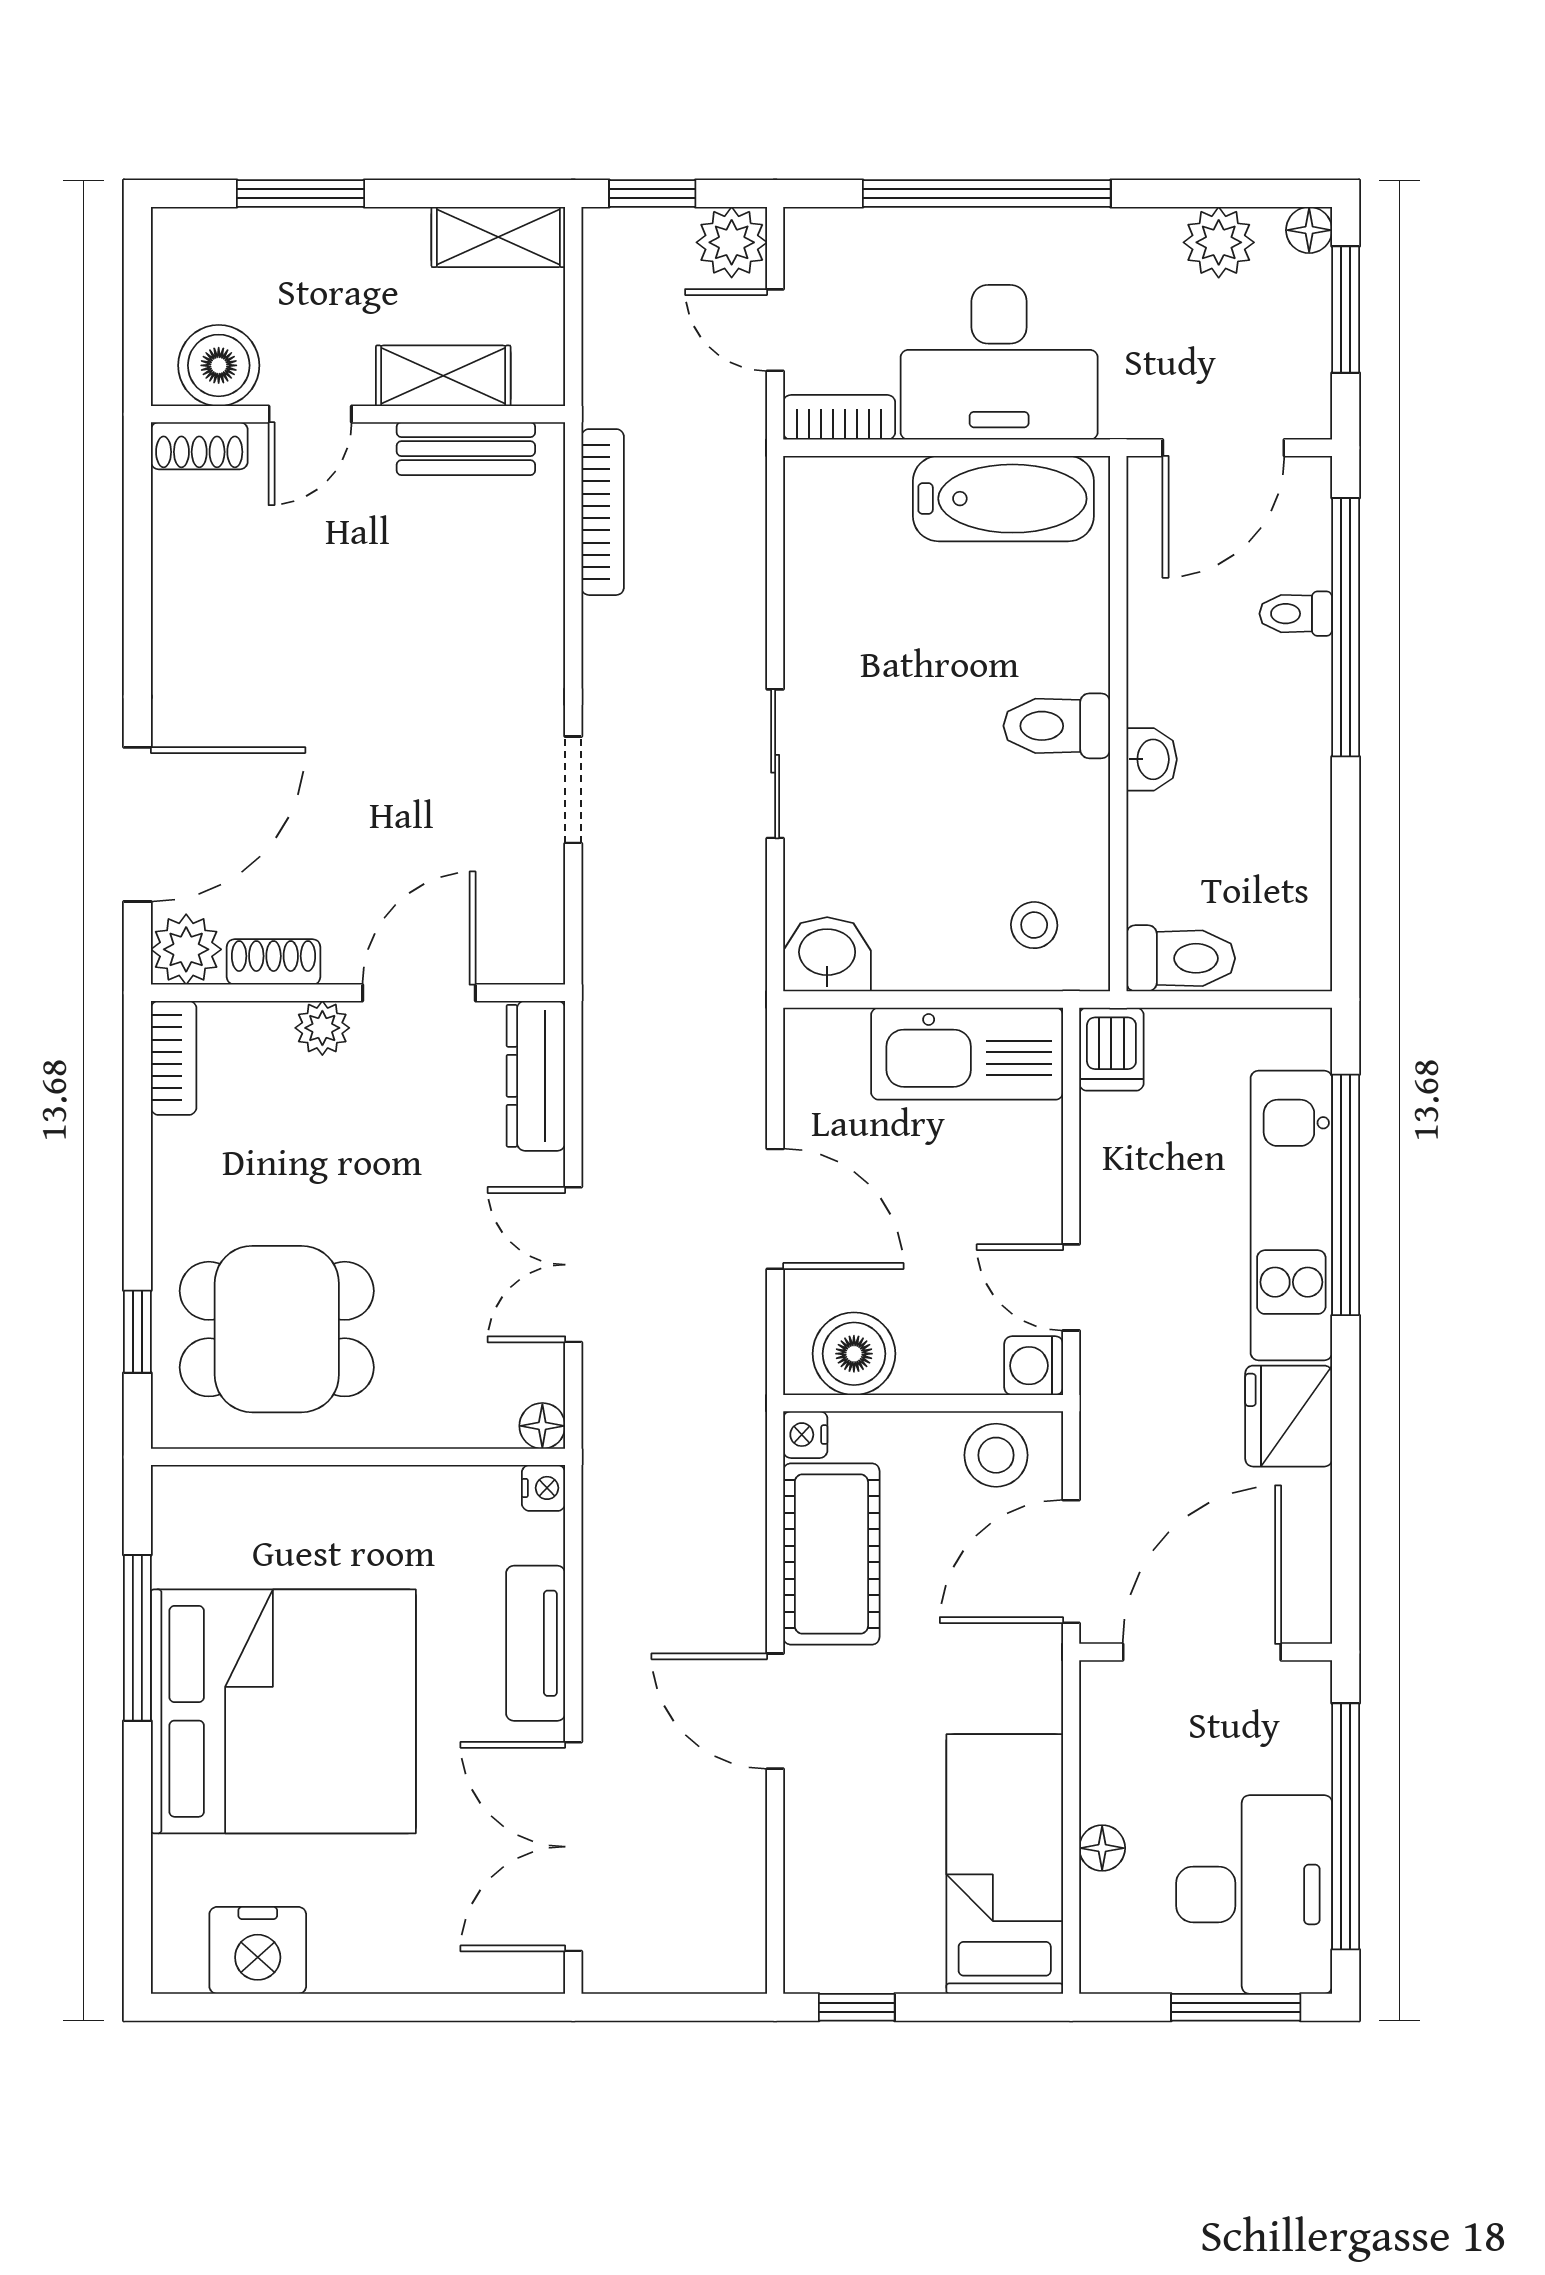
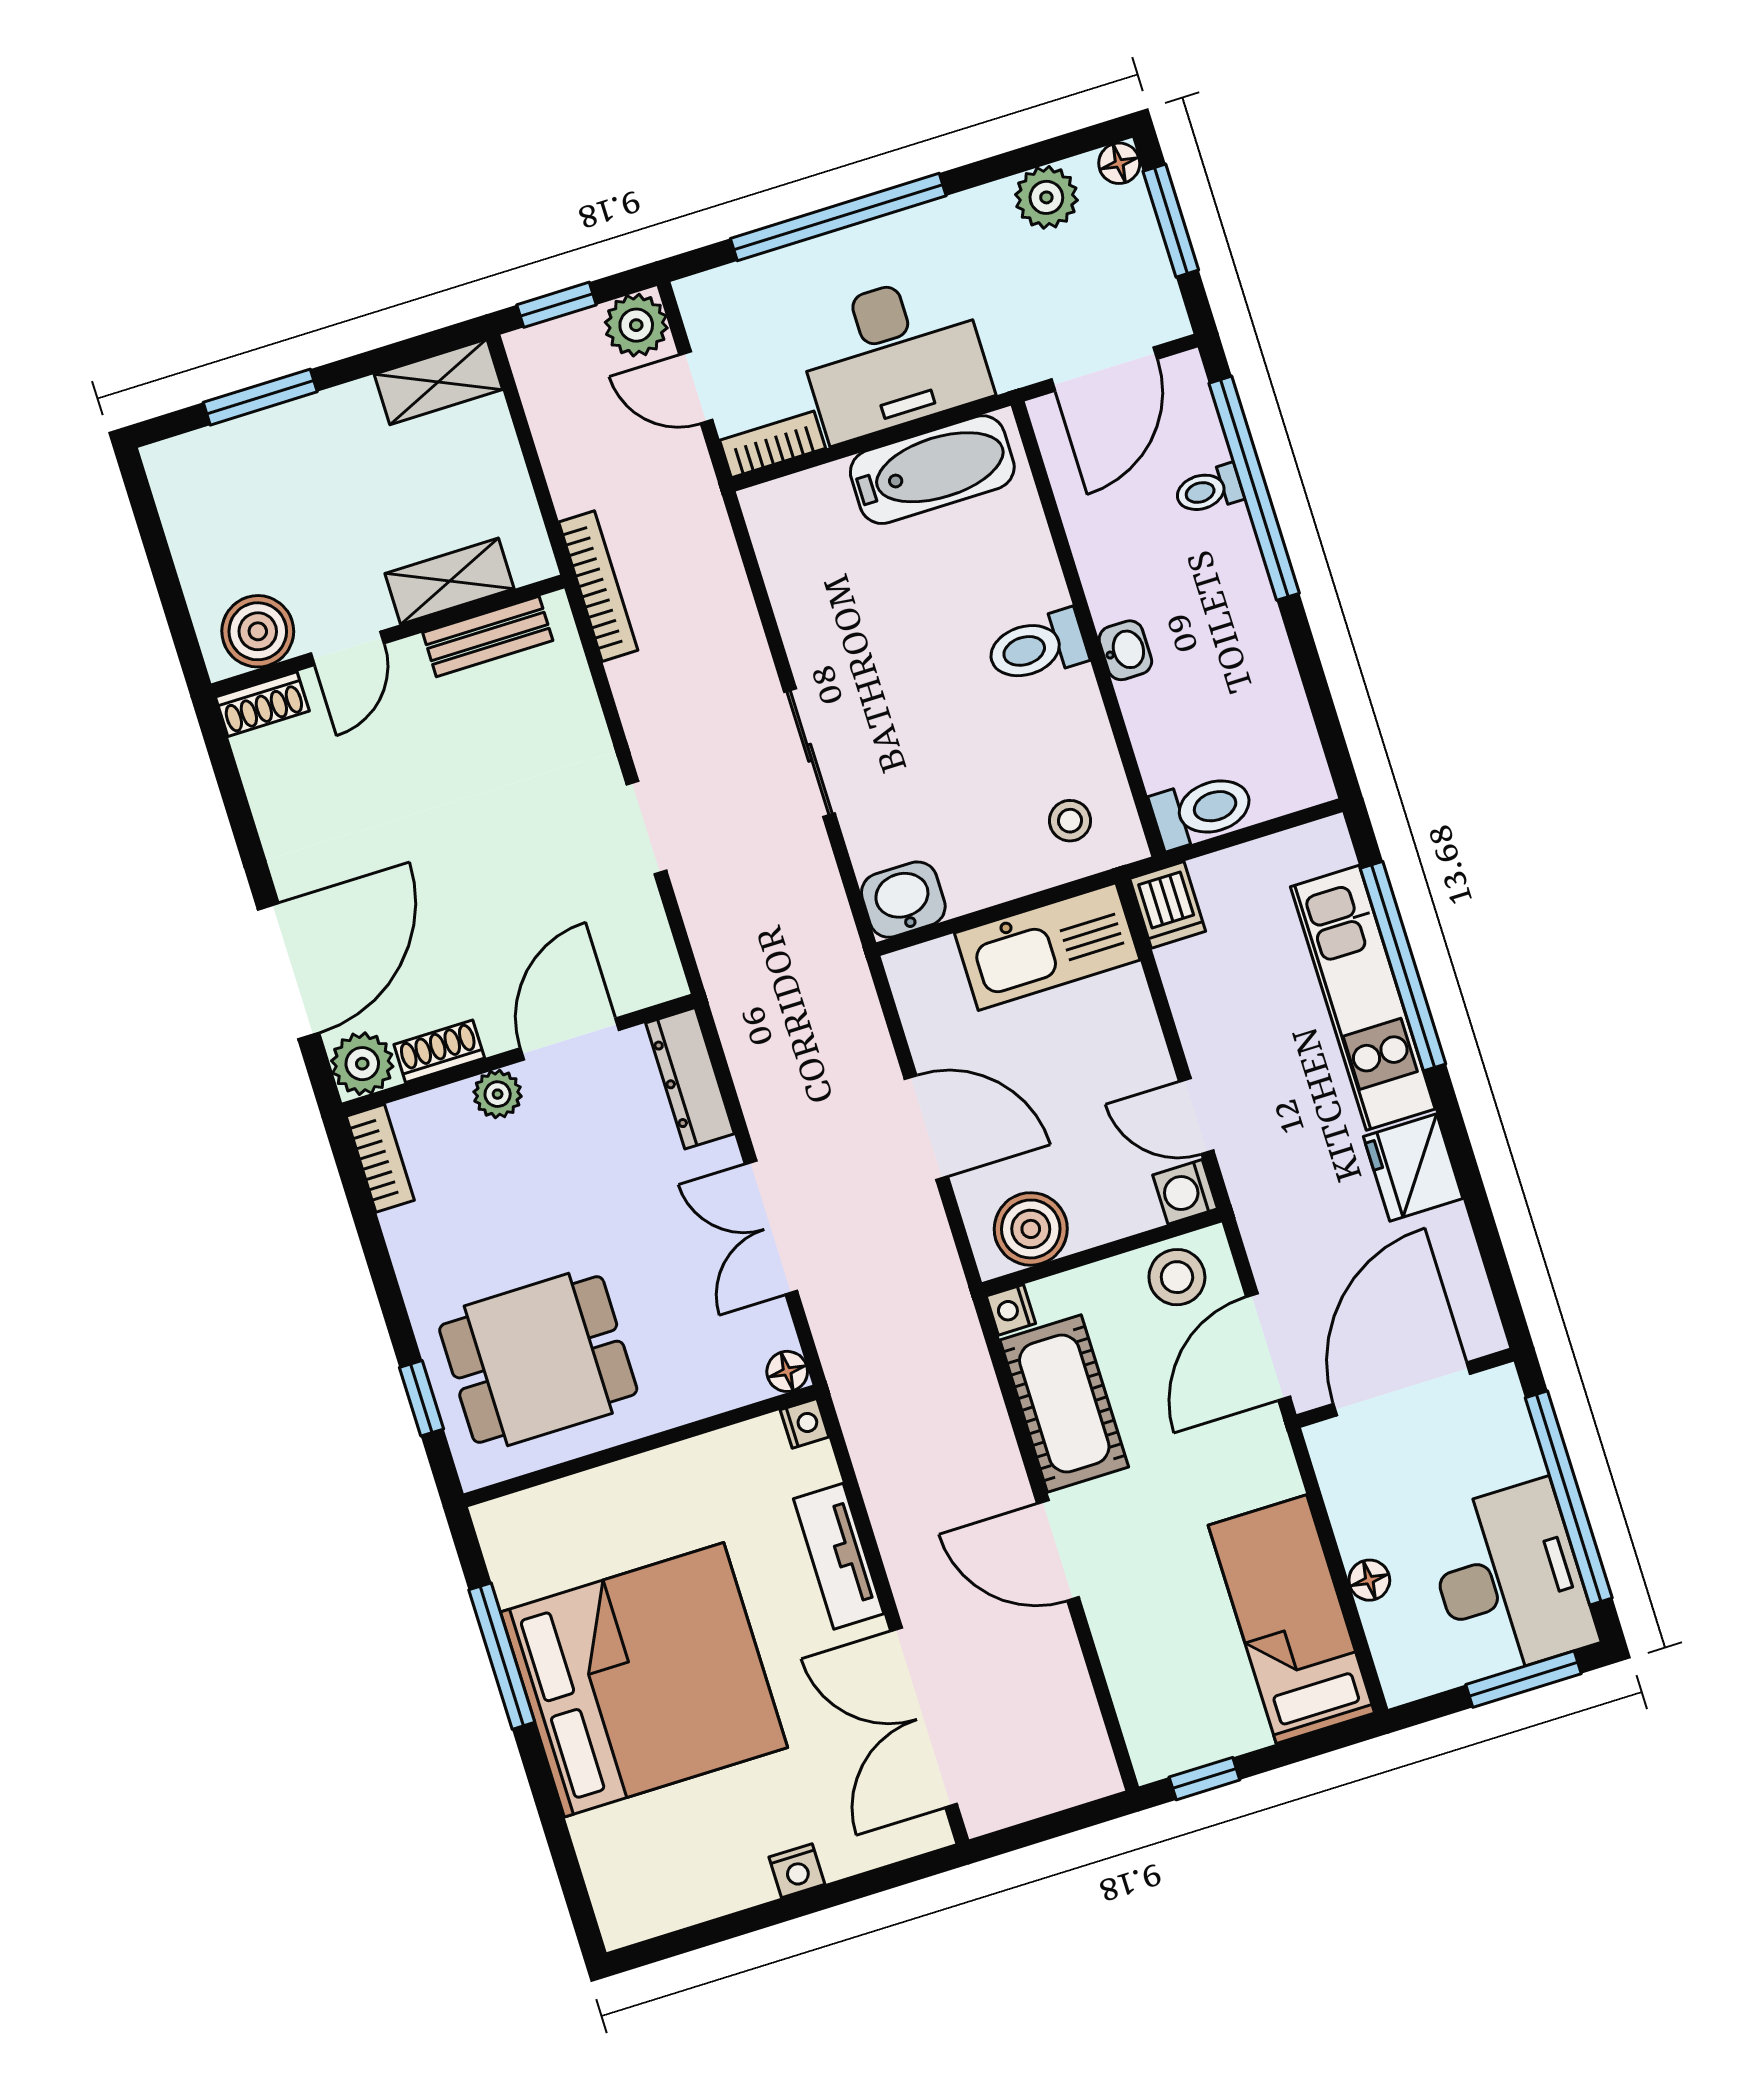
boiler: (219, 365) -> (258, 631), moved
shelving: (443, 376) -> (449, 581), moved
door: (310, 414) -> (347, 648), moved
wall: (358, 414) -> (388, 636), moved
shoe rack: (199, 446) -> (262, 704), moved
bench: (466, 449) -> (488, 637), moved
nightstand: (258, 1950) -> (797, 1871), moved, width x0.53, depth x0.56

